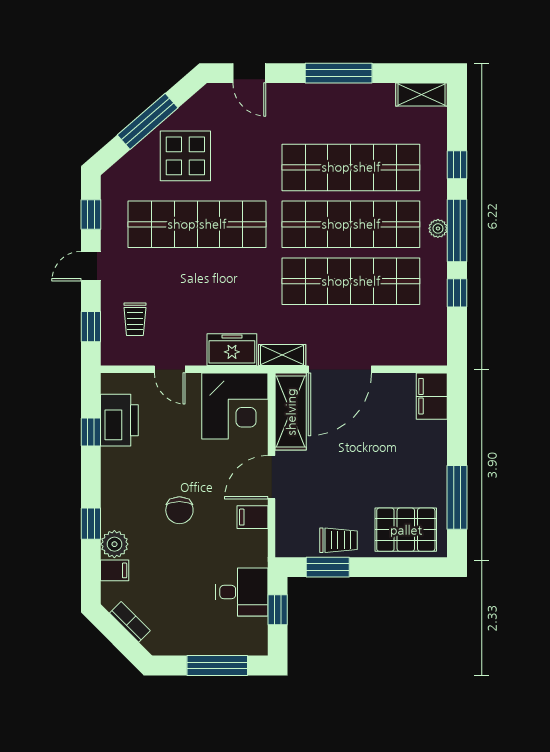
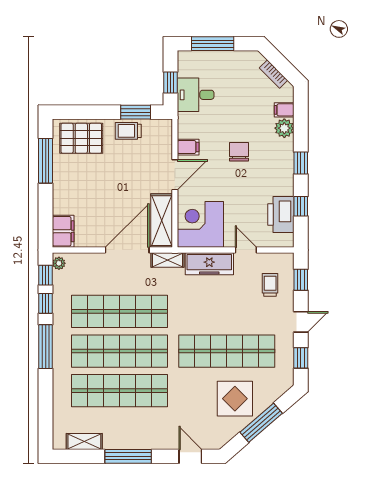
shelving: (421, 95) -> (84, 441), moved
window: (457, 165) -> (46, 275), moved
plant: (438, 228) -> (59, 263), moved
freezer: (232, 350) -> (209, 264), width x1.40
window: (91, 524) -> (301, 163), moved

